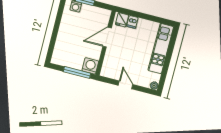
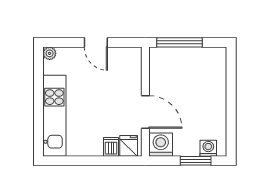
door: (107, 37) -> (145, 112), hinge flipped
washing machine: (90, 66) -> (161, 145), moved, turned 180

